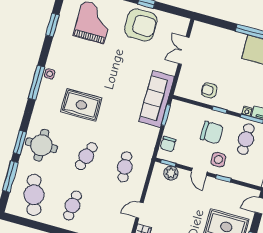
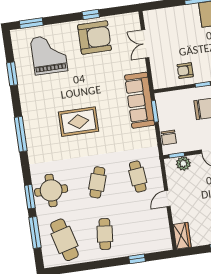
side table: (50, 74) -> (30, 121), removed
rug: (81, 105) -> (79, 122), moved
door: (139, 210) -> (167, 199), moved

